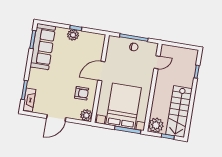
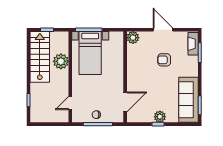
door: (101, 71) -> (125, 102), moved
armchair: (82, 93) -> (164, 60), moved
bed with nightstands: (124, 106) -> (90, 53), width x0.73
door: (56, 118) -> (163, 30), hinge flipped
plant: (156, 125) -> (61, 61), moved

